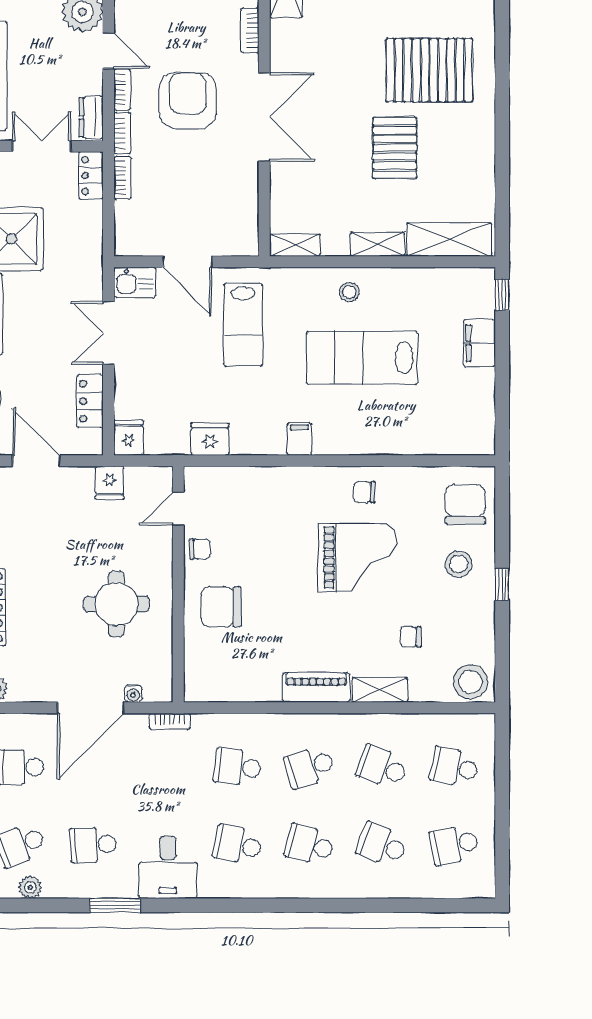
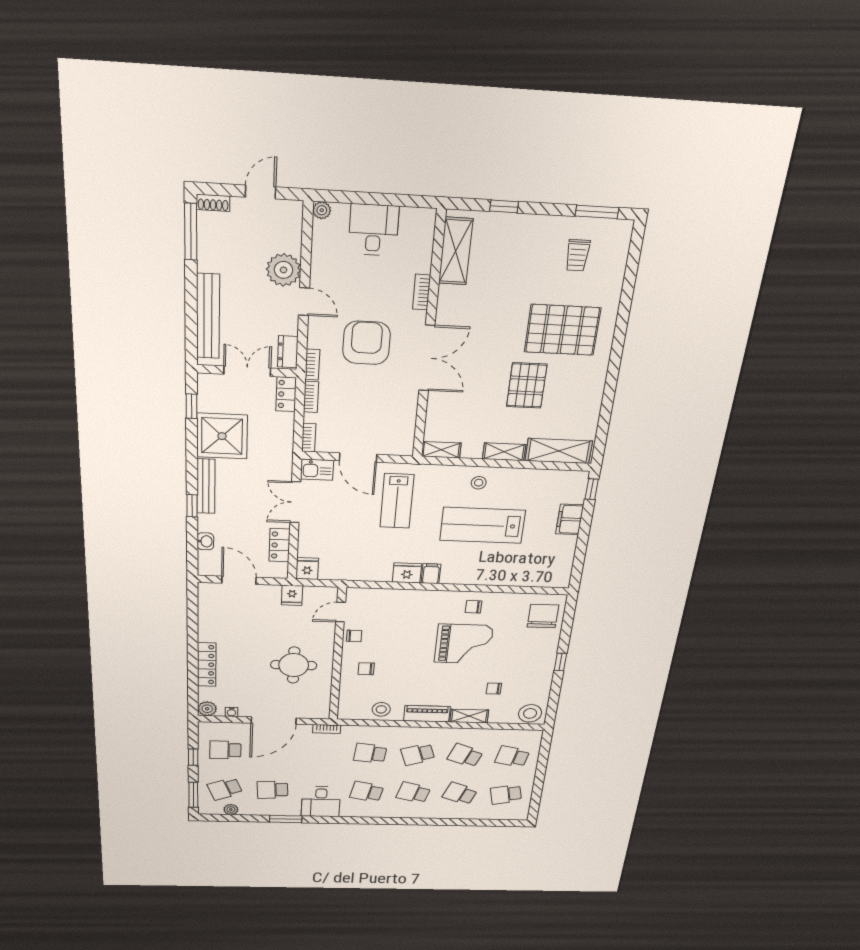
bookcase: (122, 90) -> (309, 438), moved
fridge: (210, 439) -> (407, 573), moved
stool: (459, 564) -> (381, 709), moved
chair: (221, 607) -> (366, 669), width x0.54, depth x0.54
water cooler: (133, 694) -> (232, 712), moved

